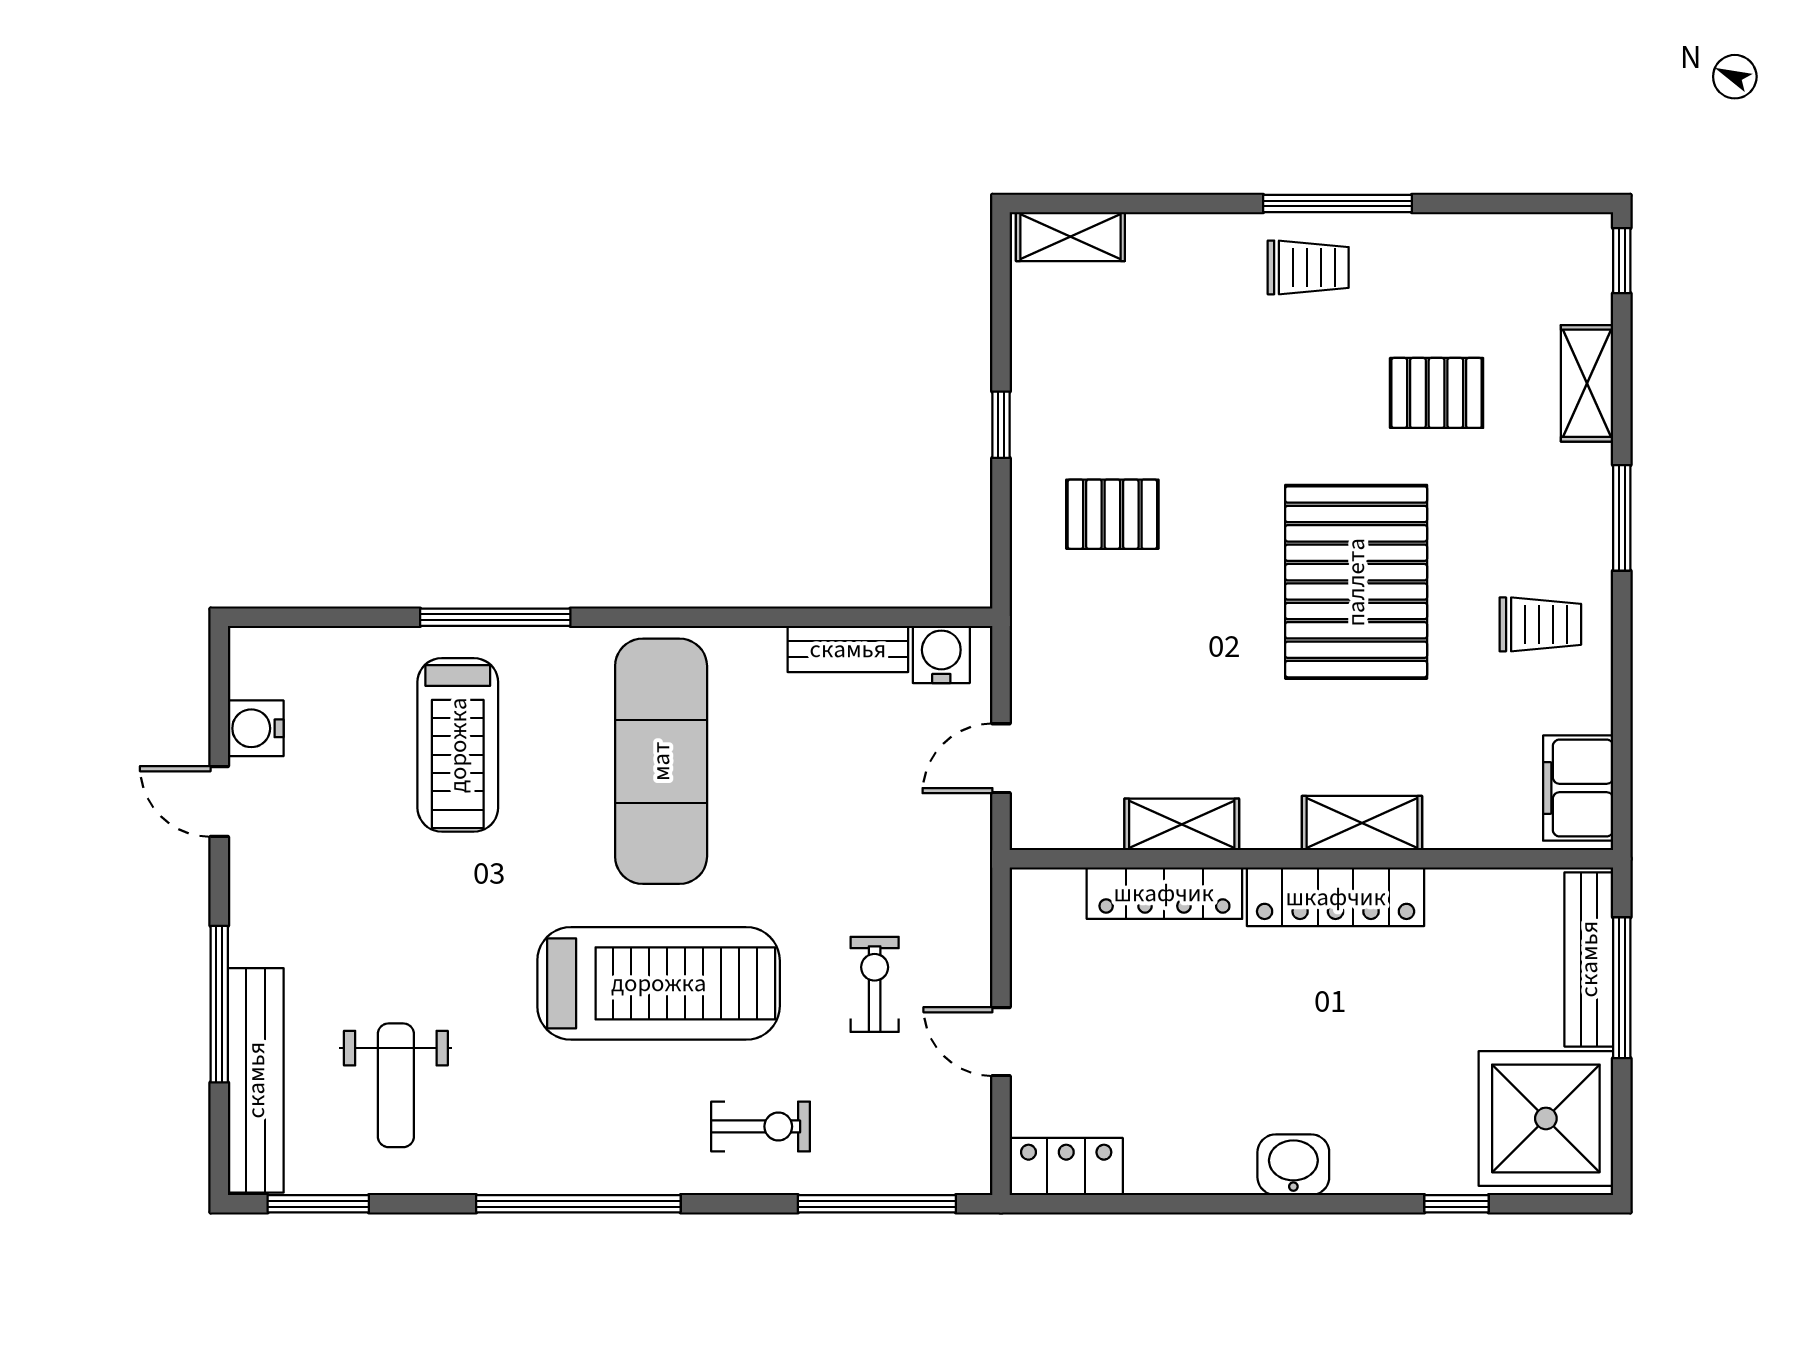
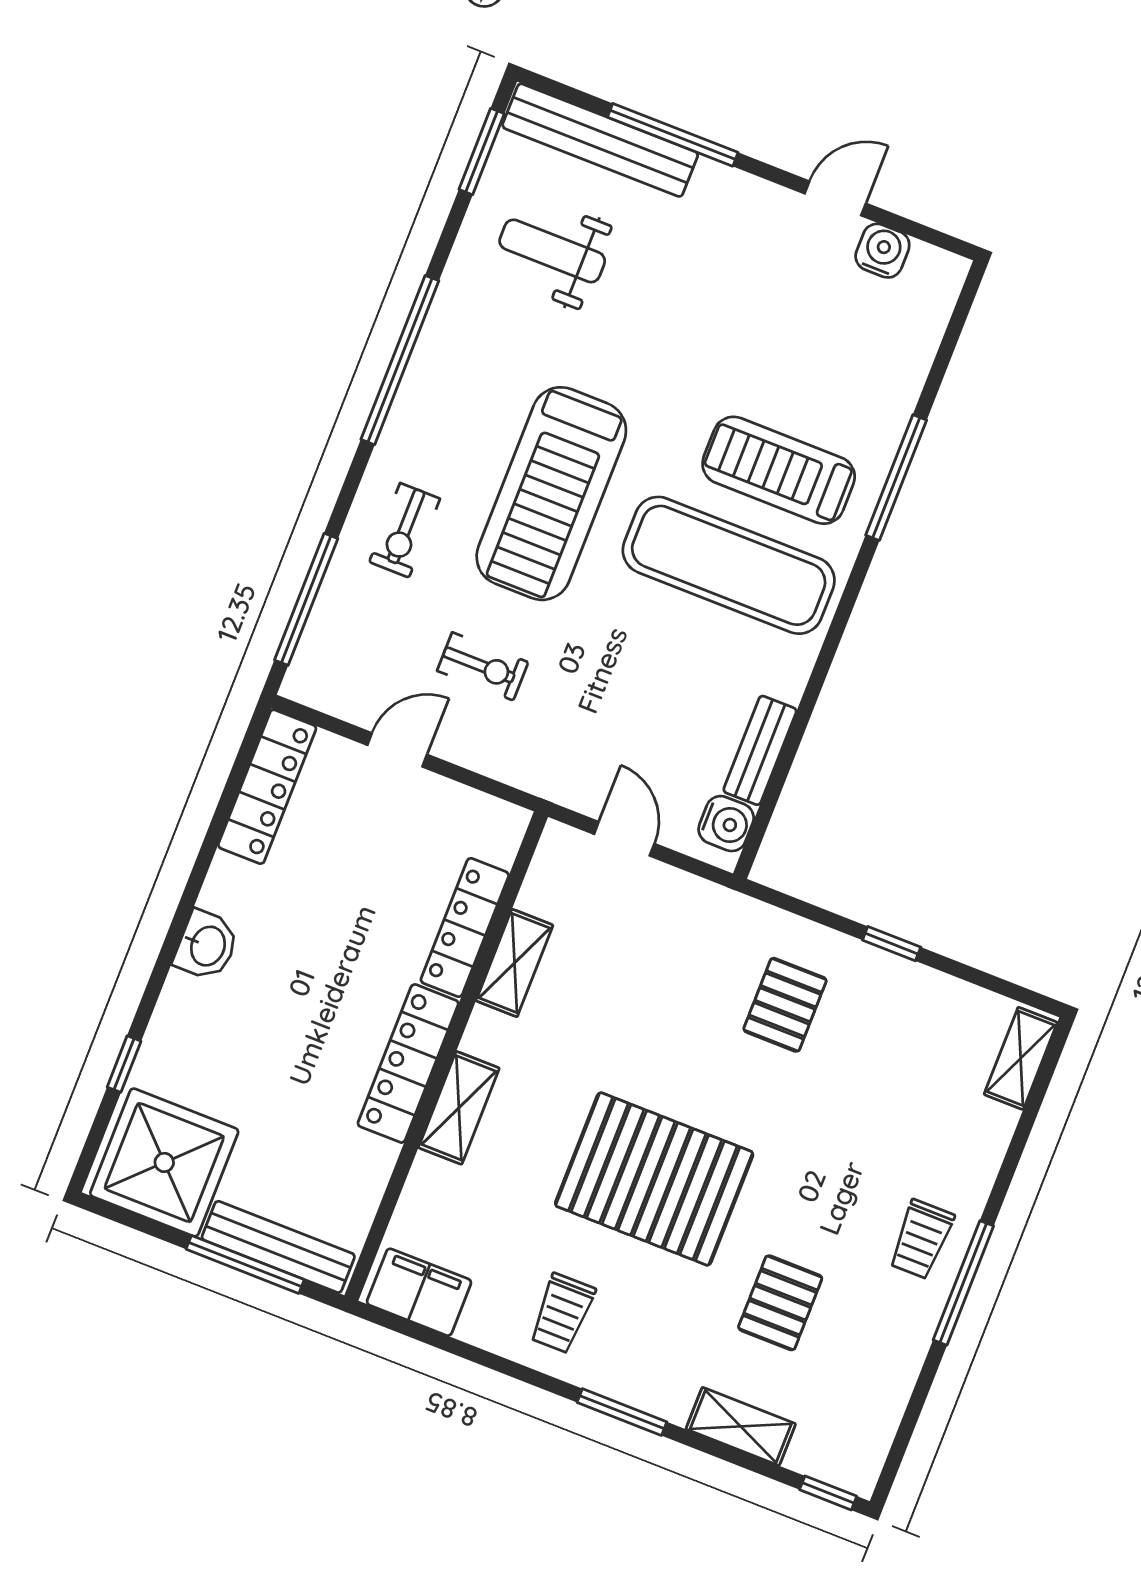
treadmill: (458, 745) -> (779, 470), moved
locker: (1066, 1166) -> (267, 787), width x1.53

